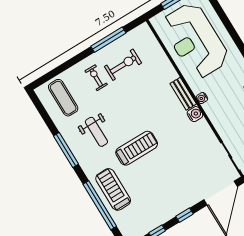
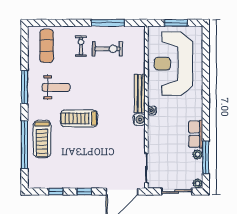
bench: (183, 94) -> (140, 94), width x1.36
weight bench: (96, 132) -> (56, 87), turned -90
treadmill: (137, 148) -> (79, 118), turned 180
treadmill: (113, 189) -> (42, 139), turned 180

